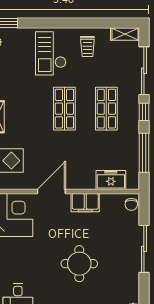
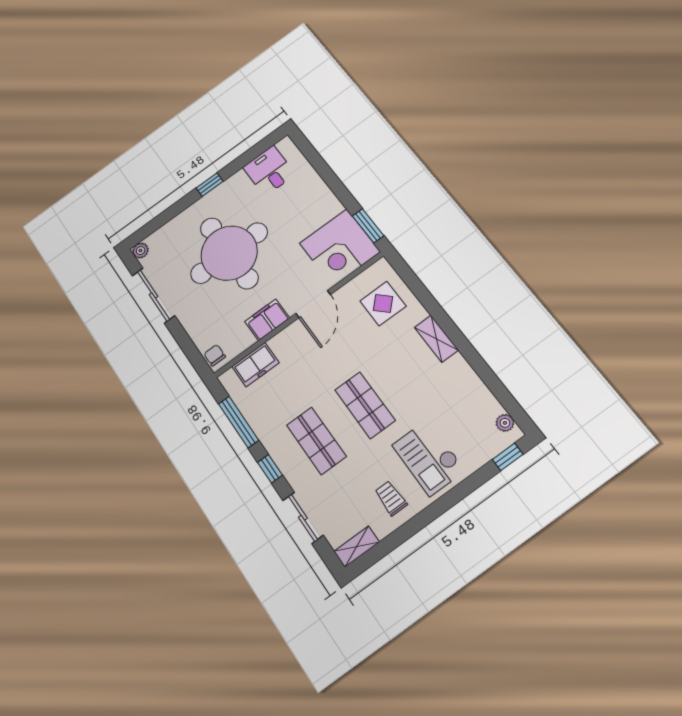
checkout: (51, 53) -> (429, 458), turned 180
sliding door: (144, 71) -> (303, 518), width x0.73
sliding door: (144, 249) -> (153, 295), moved
round table: (79, 264) -> (229, 253), width x1.86, depth x1.86

